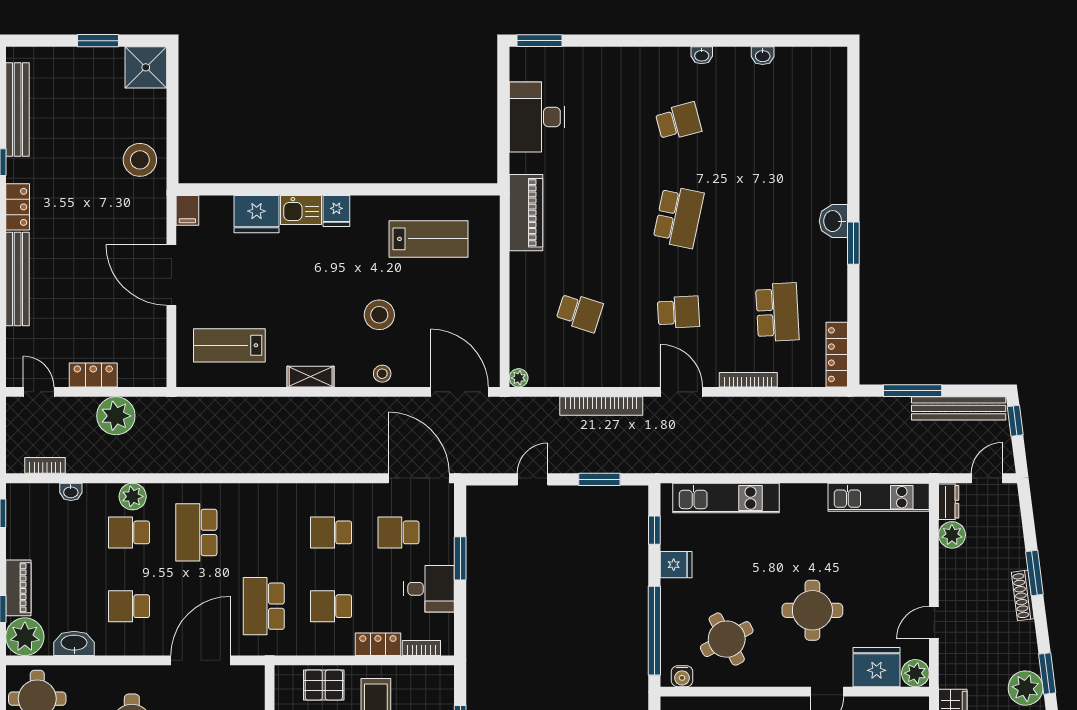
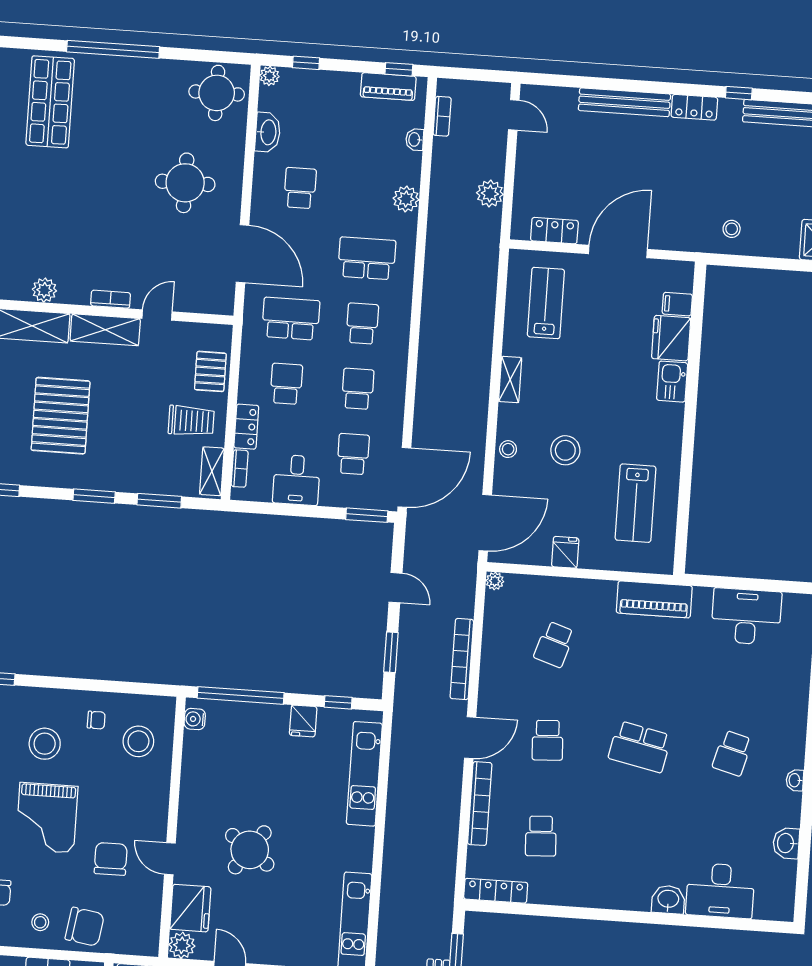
washbasin: (763, 56) -> (786, 843), width x1.38, depth x1.45
school desk: (678, 121) -> (732, 753), turned 30
desk: (820, 124) -> (720, 891), added
stool: (140, 160) -> (732, 229), width x0.53, depth x0.53
filing cabinet: (187, 210) -> (677, 304), moved
fridge: (336, 211) -> (565, 552), moved, turned 90
washbasin: (833, 221) -> (668, 900), moved
window: (853, 243) -> (602, 914), removed
school desk: (777, 312) -> (541, 836), width x0.54
locker: (93, 375) -> (554, 231), moved, turned -90
bookcase: (748, 380) -> (480, 804), width x1.48, depth x1.31
door: (39, 392) -> (514, 115), hinge flipped
plant: (116, 416) -> (490, 194), width x0.73, depth x0.73
school desk: (129, 532) -> (362, 324), moved
window: (460, 558) -> (367, 515), moved
piano: (18, 588) -> (388, 87), moved
round table: (812, 610) -> (250, 850), turned 36
plant: (25, 637) -> (270, 76), width x0.53, depth x0.53
round table: (727, 639) -> (228, 765), removed
shelving: (426, 676) -> (212, 471), added

